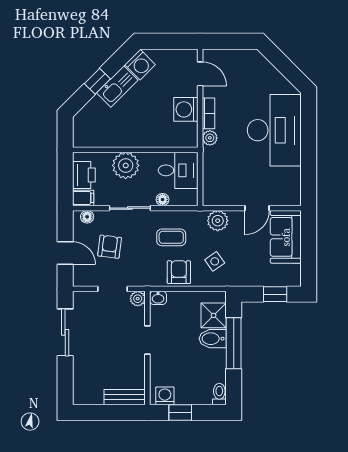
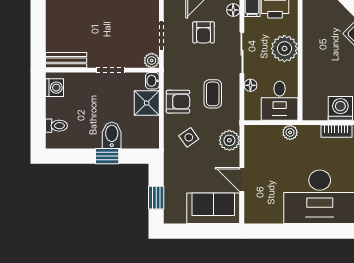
plant: (210, 138) -> (290, 132), moved
armchair: (110, 247) -> (203, 32), turned 83
shower: (214, 315) -> (147, 103), moved
window: (234, 343) -> (107, 156), width x0.46
toilet: (219, 394) -> (56, 126), moved
bench: (125, 397) -> (66, 60), moved, turned 90
window: (180, 412) -> (38, 103), removed

